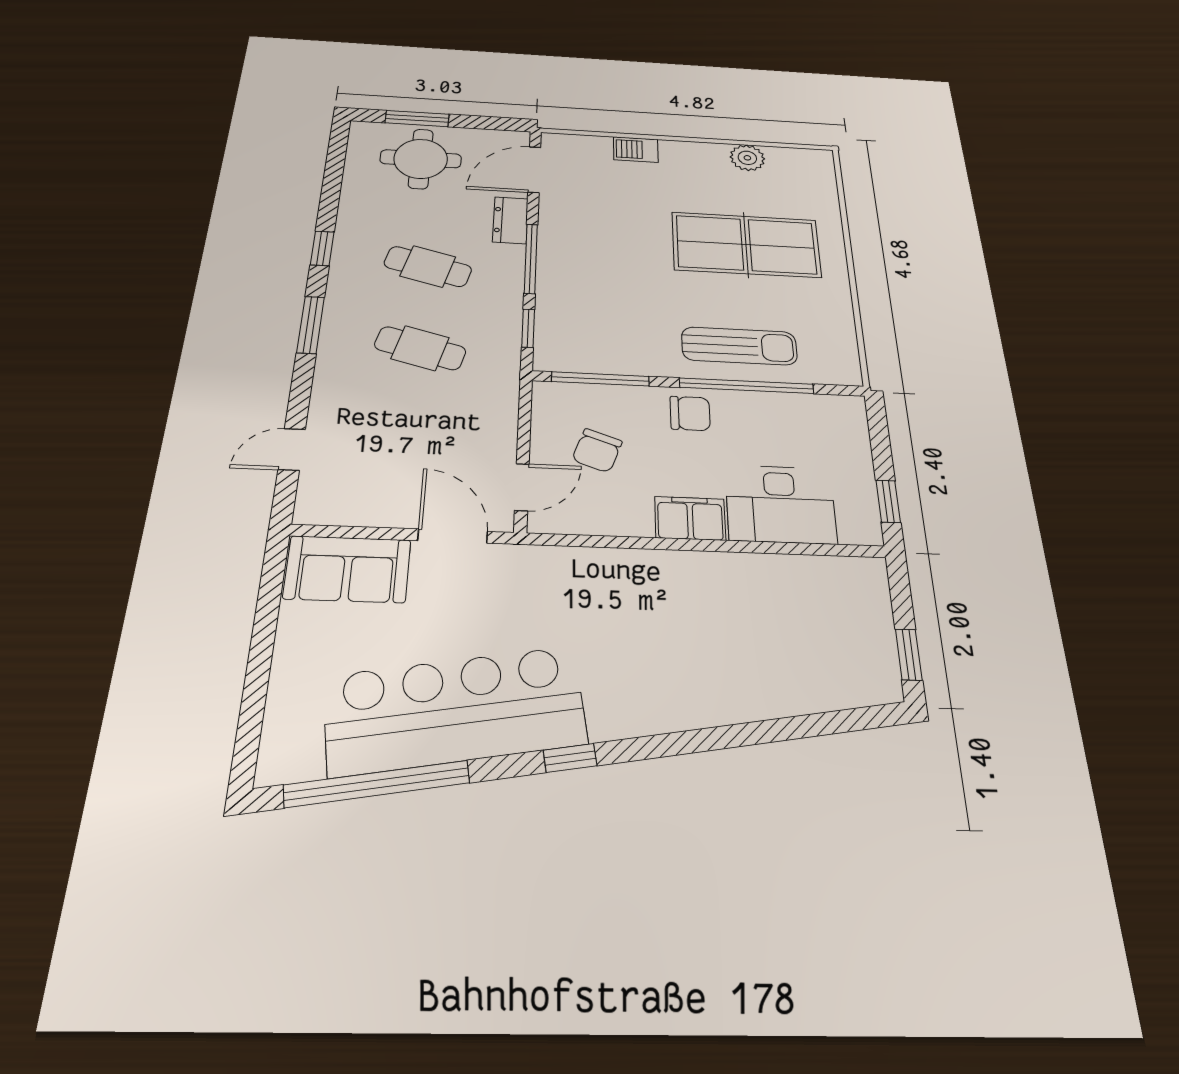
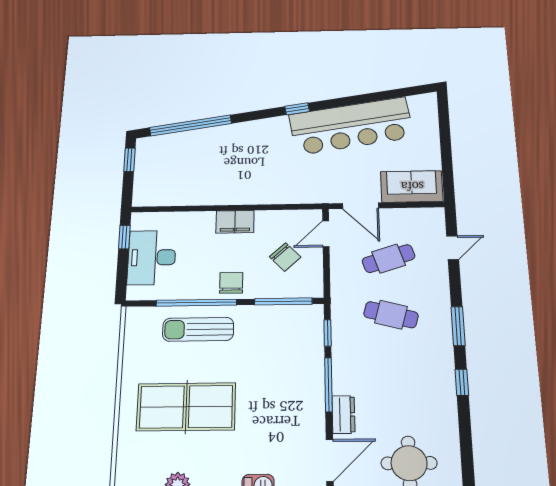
cafe table: (428, 266) -> (389, 259), moved, turned -33
chair: (690, 413) -> (231, 283), turned 90
chair: (597, 451) -> (285, 257), turned 117
desk: (780, 504) -> (152, 257), moved, turned -90
window: (377, 784) -> (191, 125), moved

